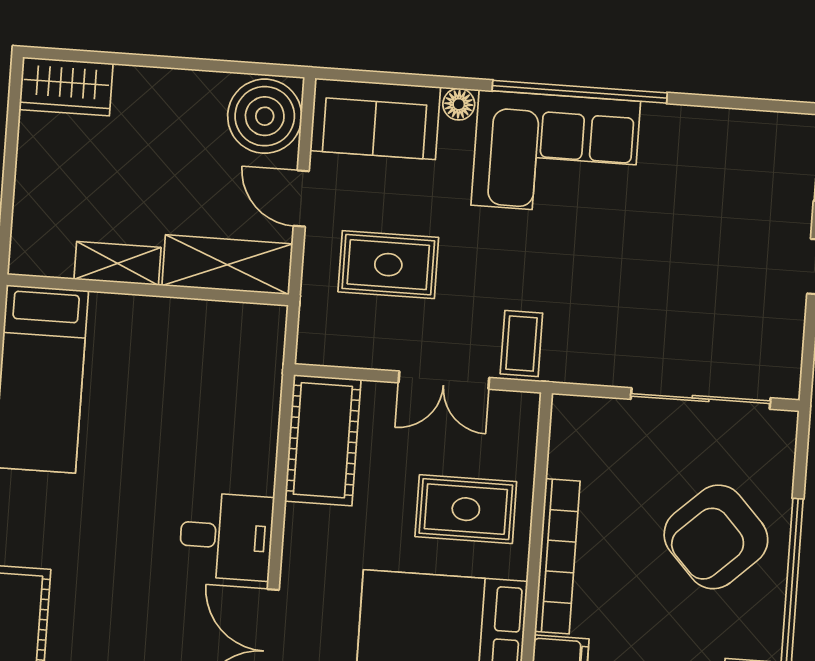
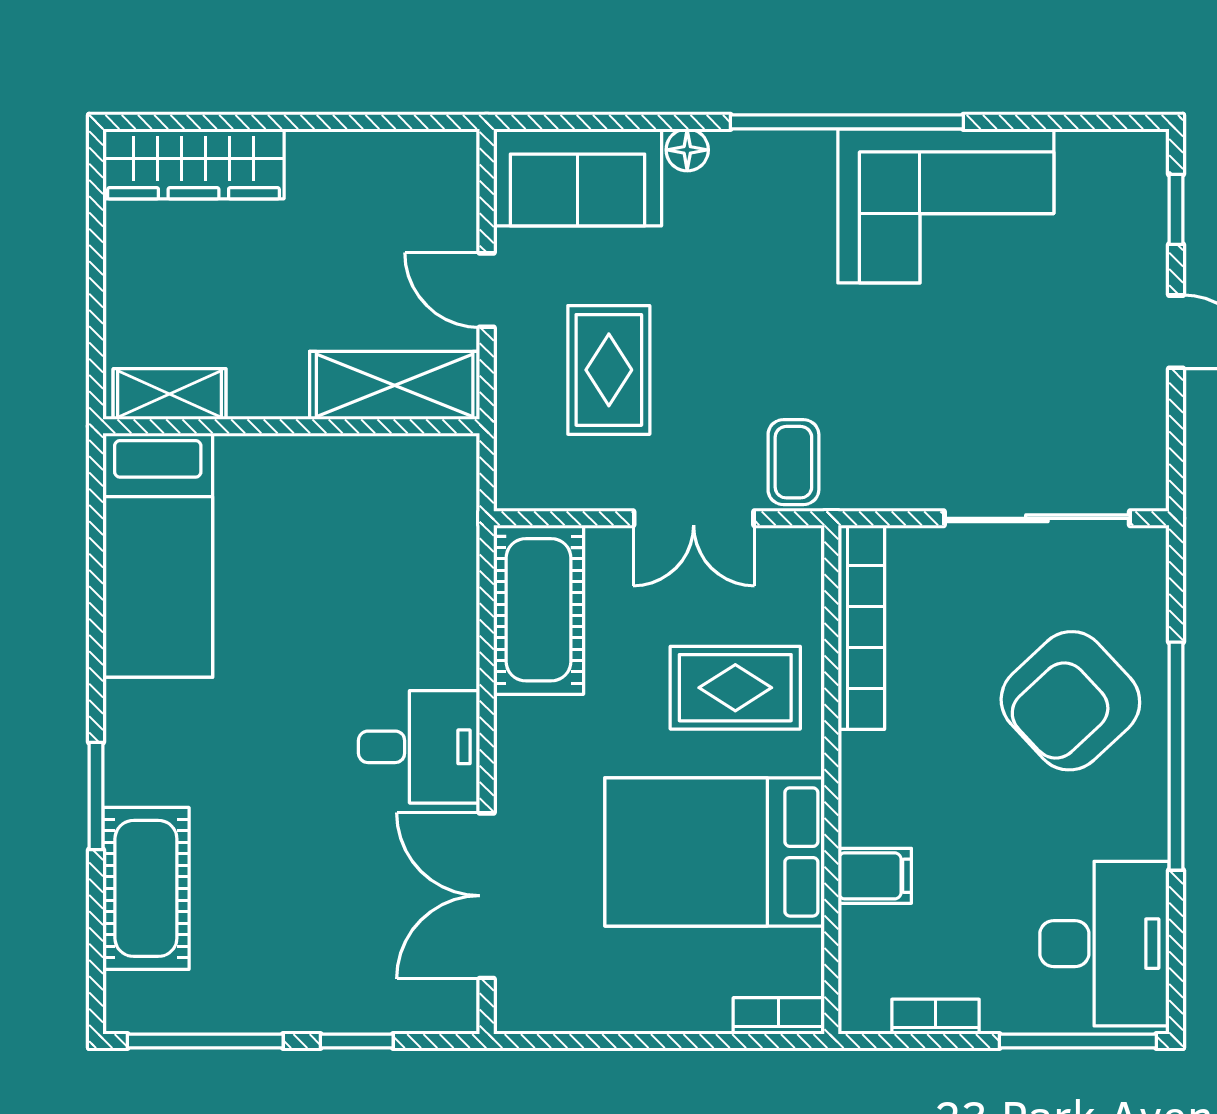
wardrobe: (66, 87) -> (193, 164), width x1.50
boiler: (265, 116) -> (430, 184), removed
corner sofa: (556, 153) -> (946, 206), moved
shelving: (118, 263) -> (170, 394), moved
rug: (388, 265) -> (609, 370), turned 90
bookcase: (557, 556) -> (861, 627), moved

